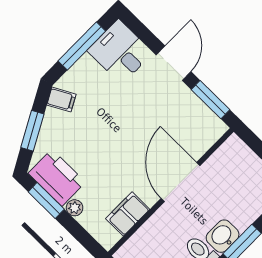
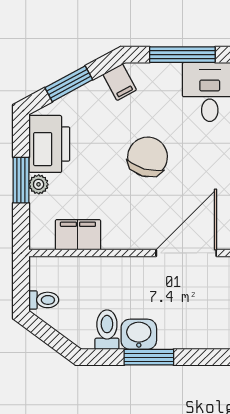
chair: (122, 127) -> (148, 157), added
door: (181, 182) -> (186, 253), moved
window: (46, 200) -> (21, 180), moved

